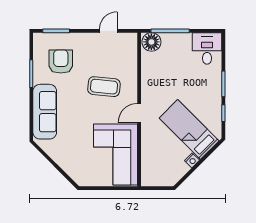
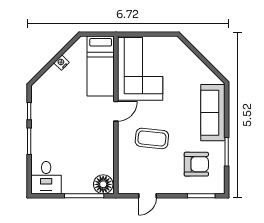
armchair: (61, 62) -> (196, 164), turned -90
bed: (189, 129) -> (101, 66), moved, turned 45

